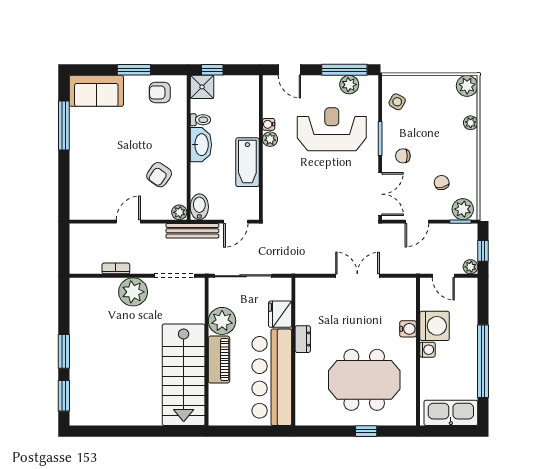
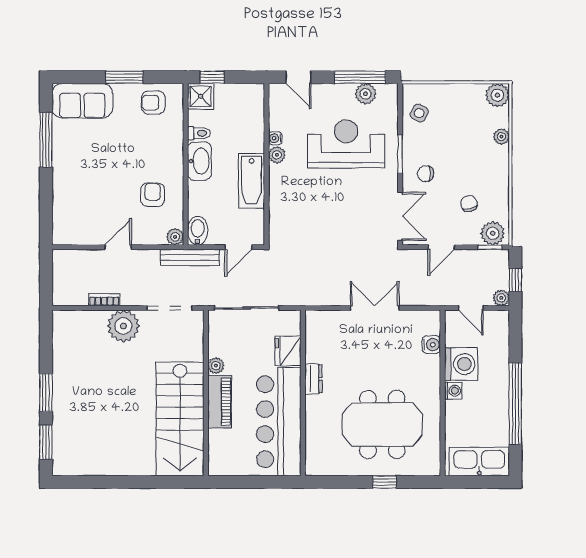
armchair: (159, 175) -> (153, 195), turned 146
plant: (222, 321) -> (216, 366), width x0.53, depth x0.53
water cooler: (408, 329) -> (431, 345), moved

